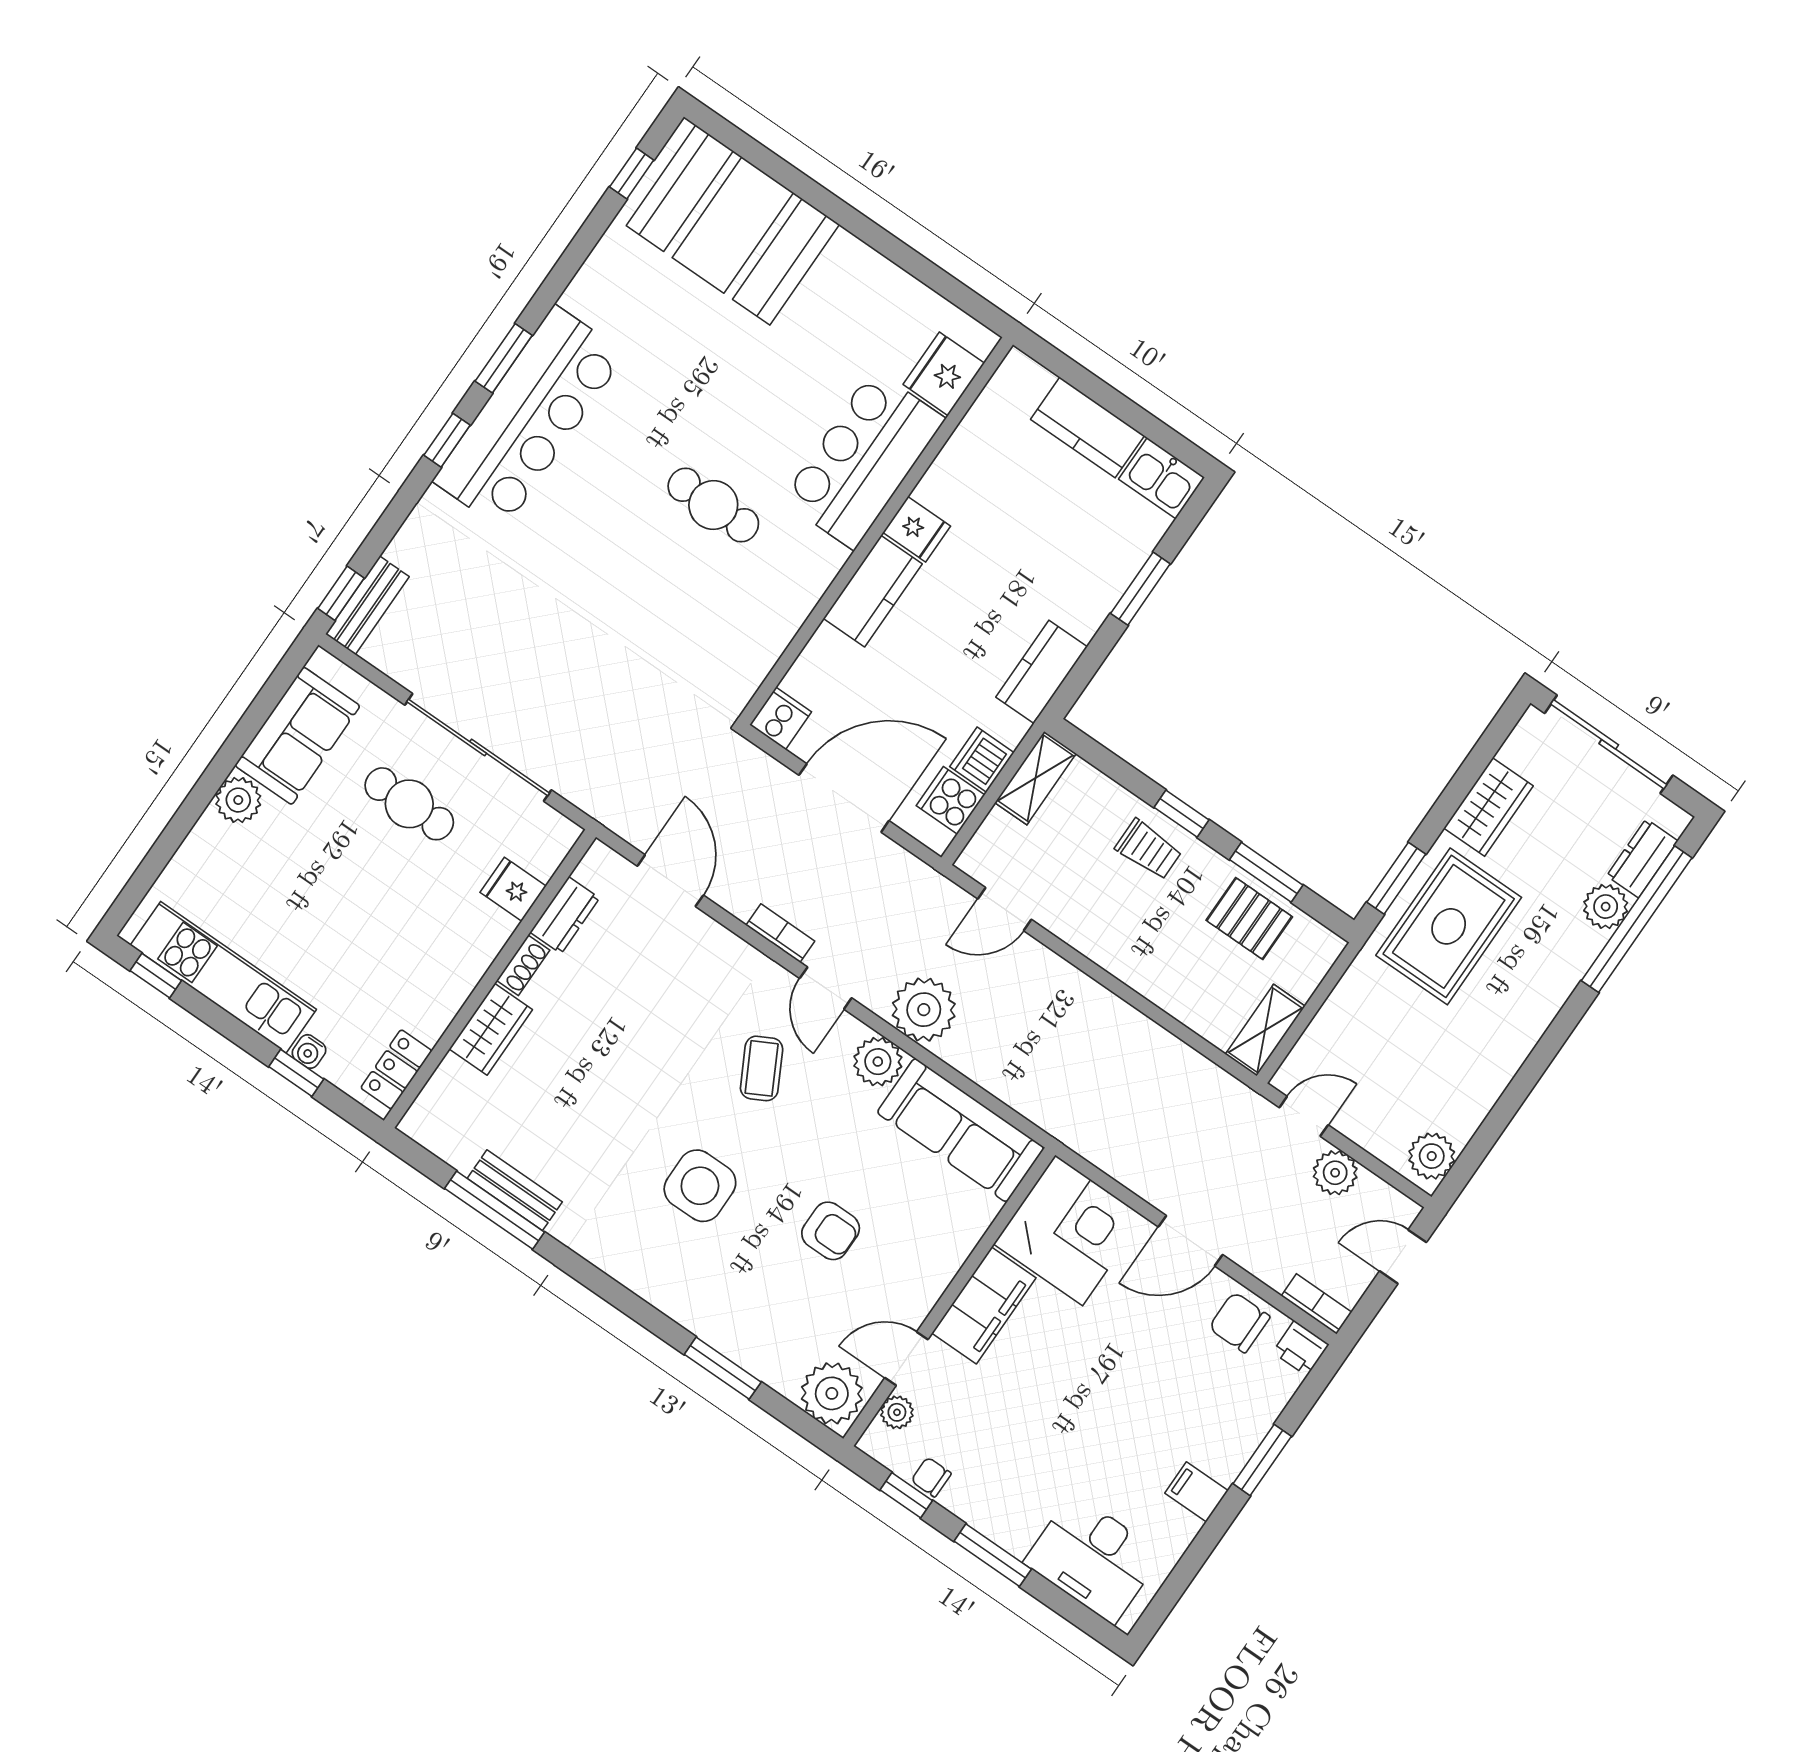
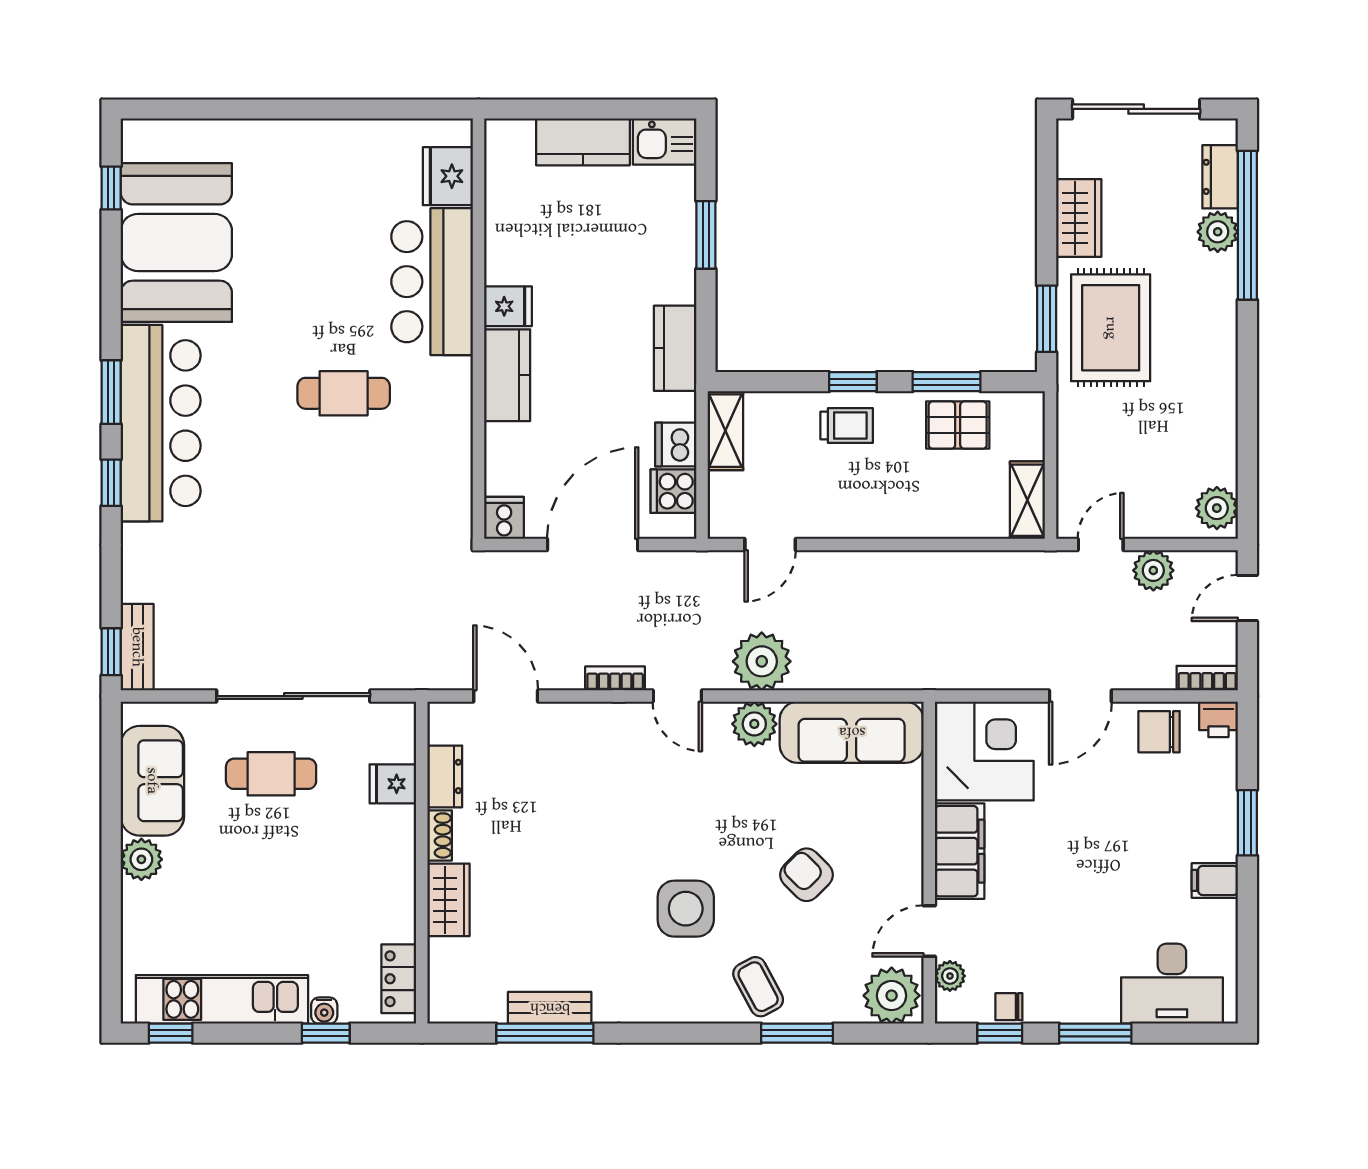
booth: (733, 225) -> (176, 243), moved, turned 90
coffee table: (762, 1068) -> (758, 987), moved
armchair: (831, 1231) -> (807, 875), turned -135

